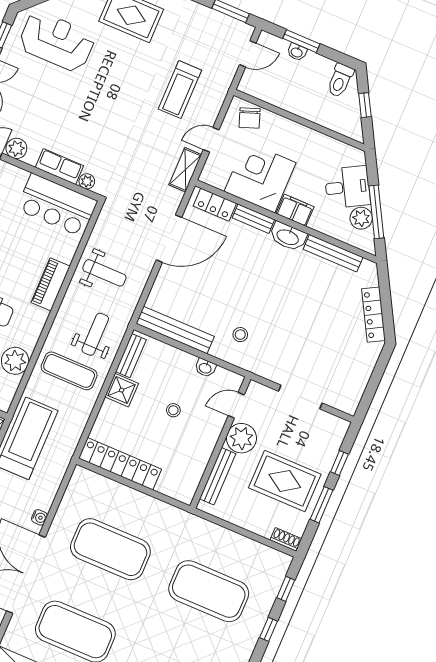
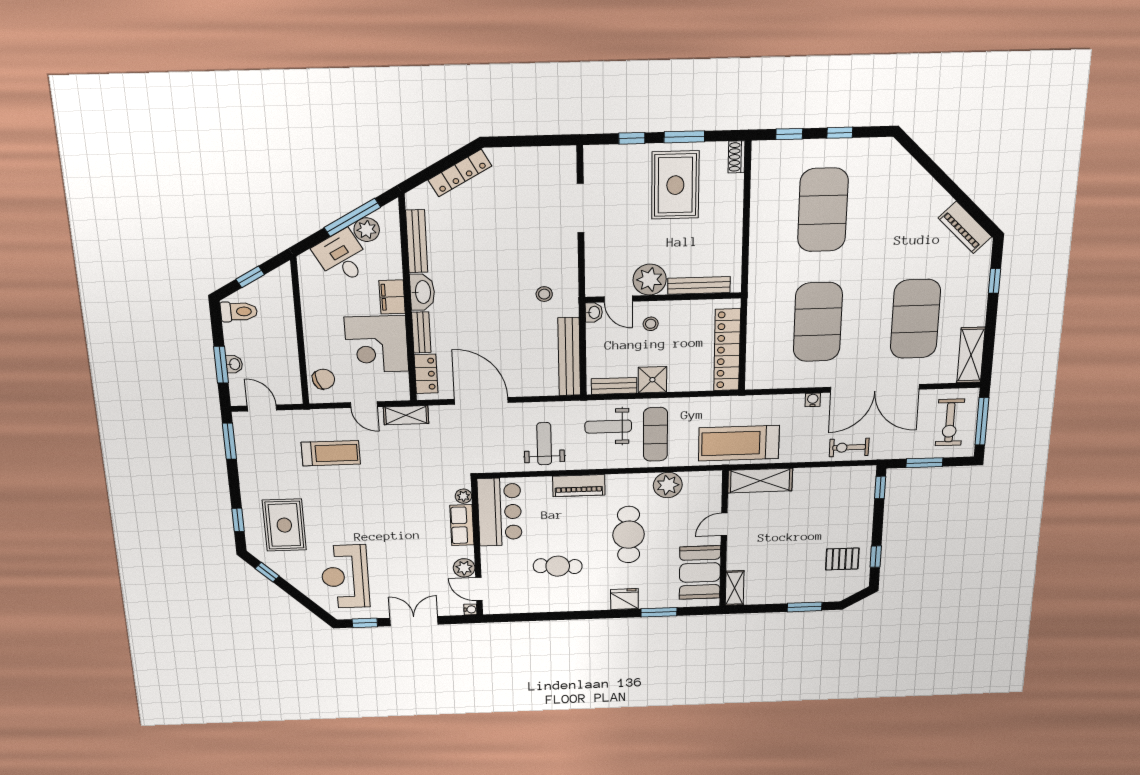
door: (236, 405) -> (618, 299), moved
plant: (241, 438) -> (650, 280), moved
wall: (220, 443) -> (663, 298), moved
bench: (218, 476) -> (699, 285), moved

